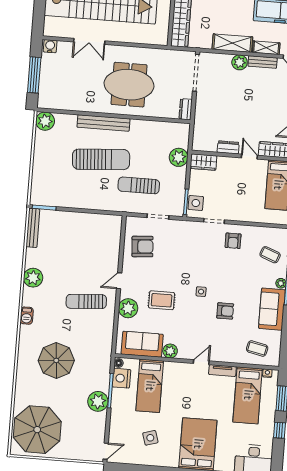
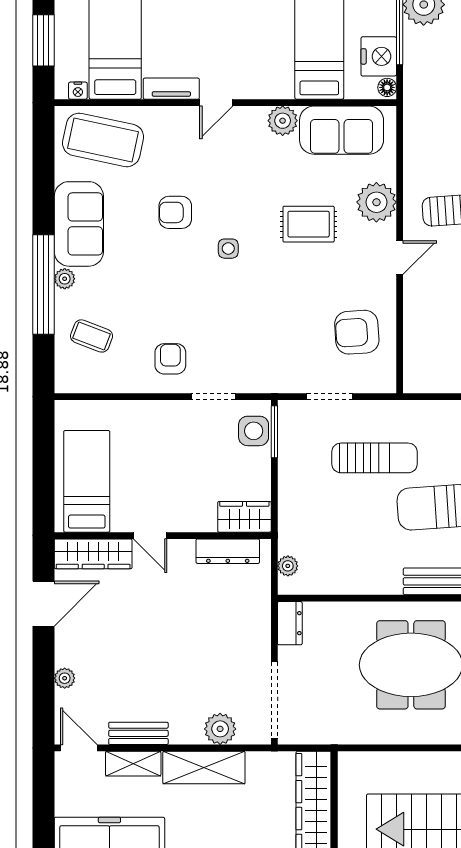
plant: (240, 62) -> (220, 729), moved
dresser: (228, 147) -> (228, 551), moved, width x1.44
plant: (179, 157) -> (288, 566), moved, width x0.53, depth x0.53
coffee table: (257, 348) -> (103, 140), width x1.86, depth x1.72

